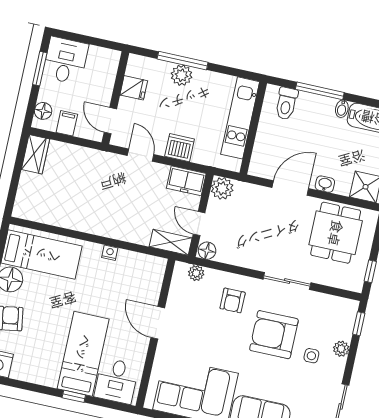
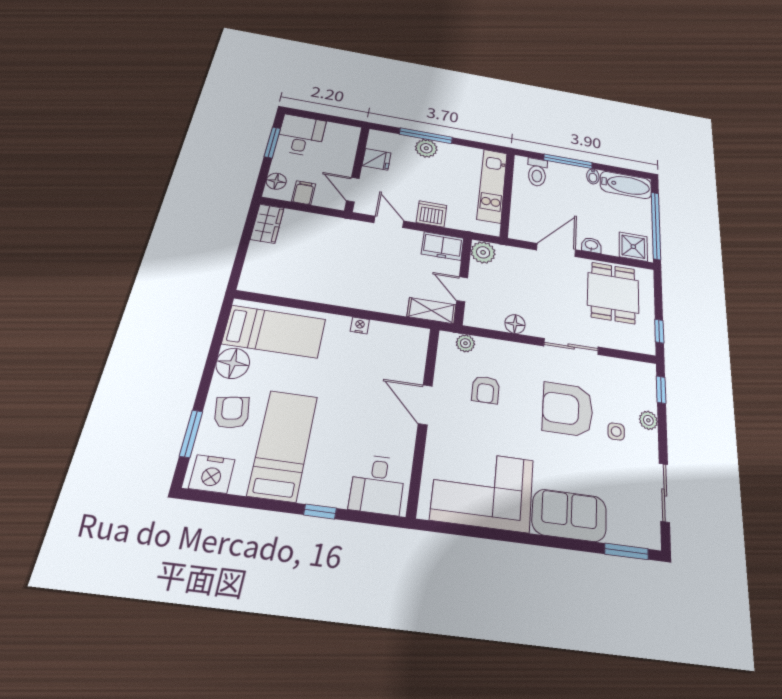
floor lamp: (207, 251) -> (515, 324), moved
armchair: (233, 300) -> (486, 390), moved
bed: (83, 354) -> (283, 445), moved

